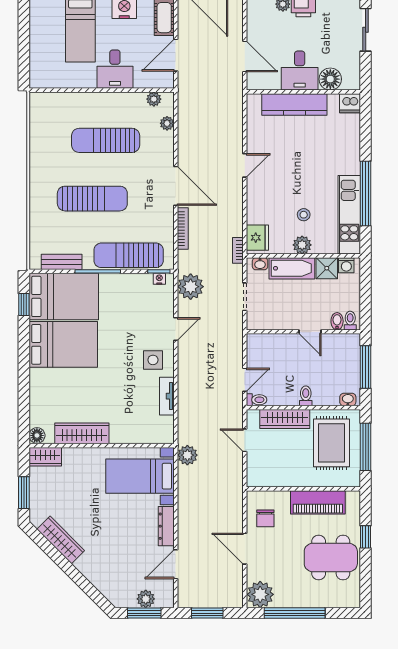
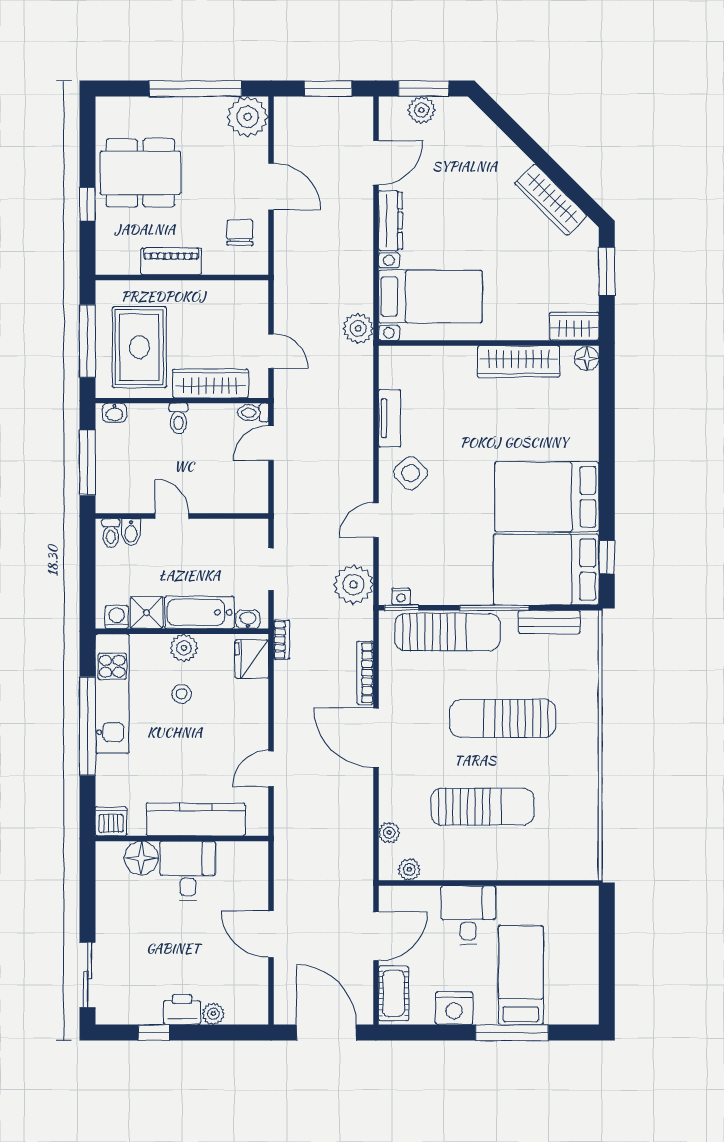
desk: (300, 71) -> (188, 871), moved
floor lamp: (330, 79) -> (141, 858), moved
wall: (303, 92) -> (182, 839), moved
dishwasher: (350, 103) -> (111, 821), moved
kitchen counter: (294, 104) -> (196, 819), moved
side table: (153, 360) -> (411, 473), turned 45
piano: (318, 502) -> (171, 261), width x0.73, depth x0.75

